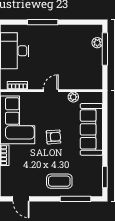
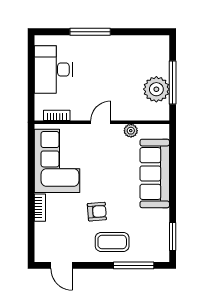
plant: (97, 43) -> (156, 89), moved, width x1.88, depth x1.88
window: (105, 49) -> (173, 82), moved
armchair: (54, 137) -> (97, 212), moved

